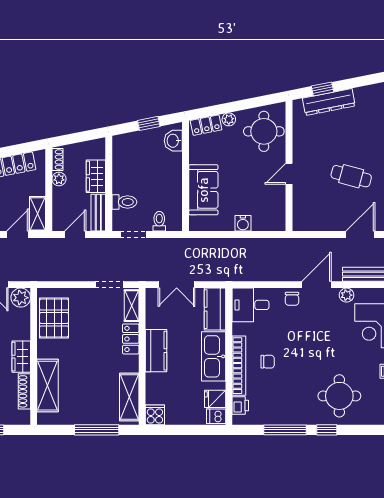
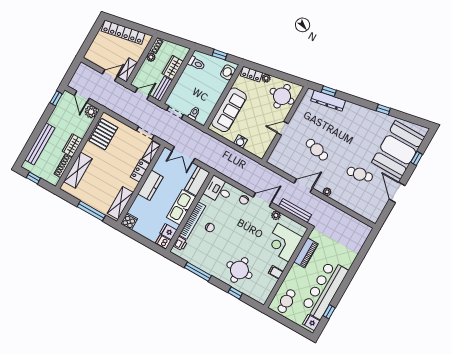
sofa: (203, 190) -> (229, 110), width x1.36
toilet: (124, 202) -> (196, 63), moved
window: (327, 430) -> (235, 293), moved

